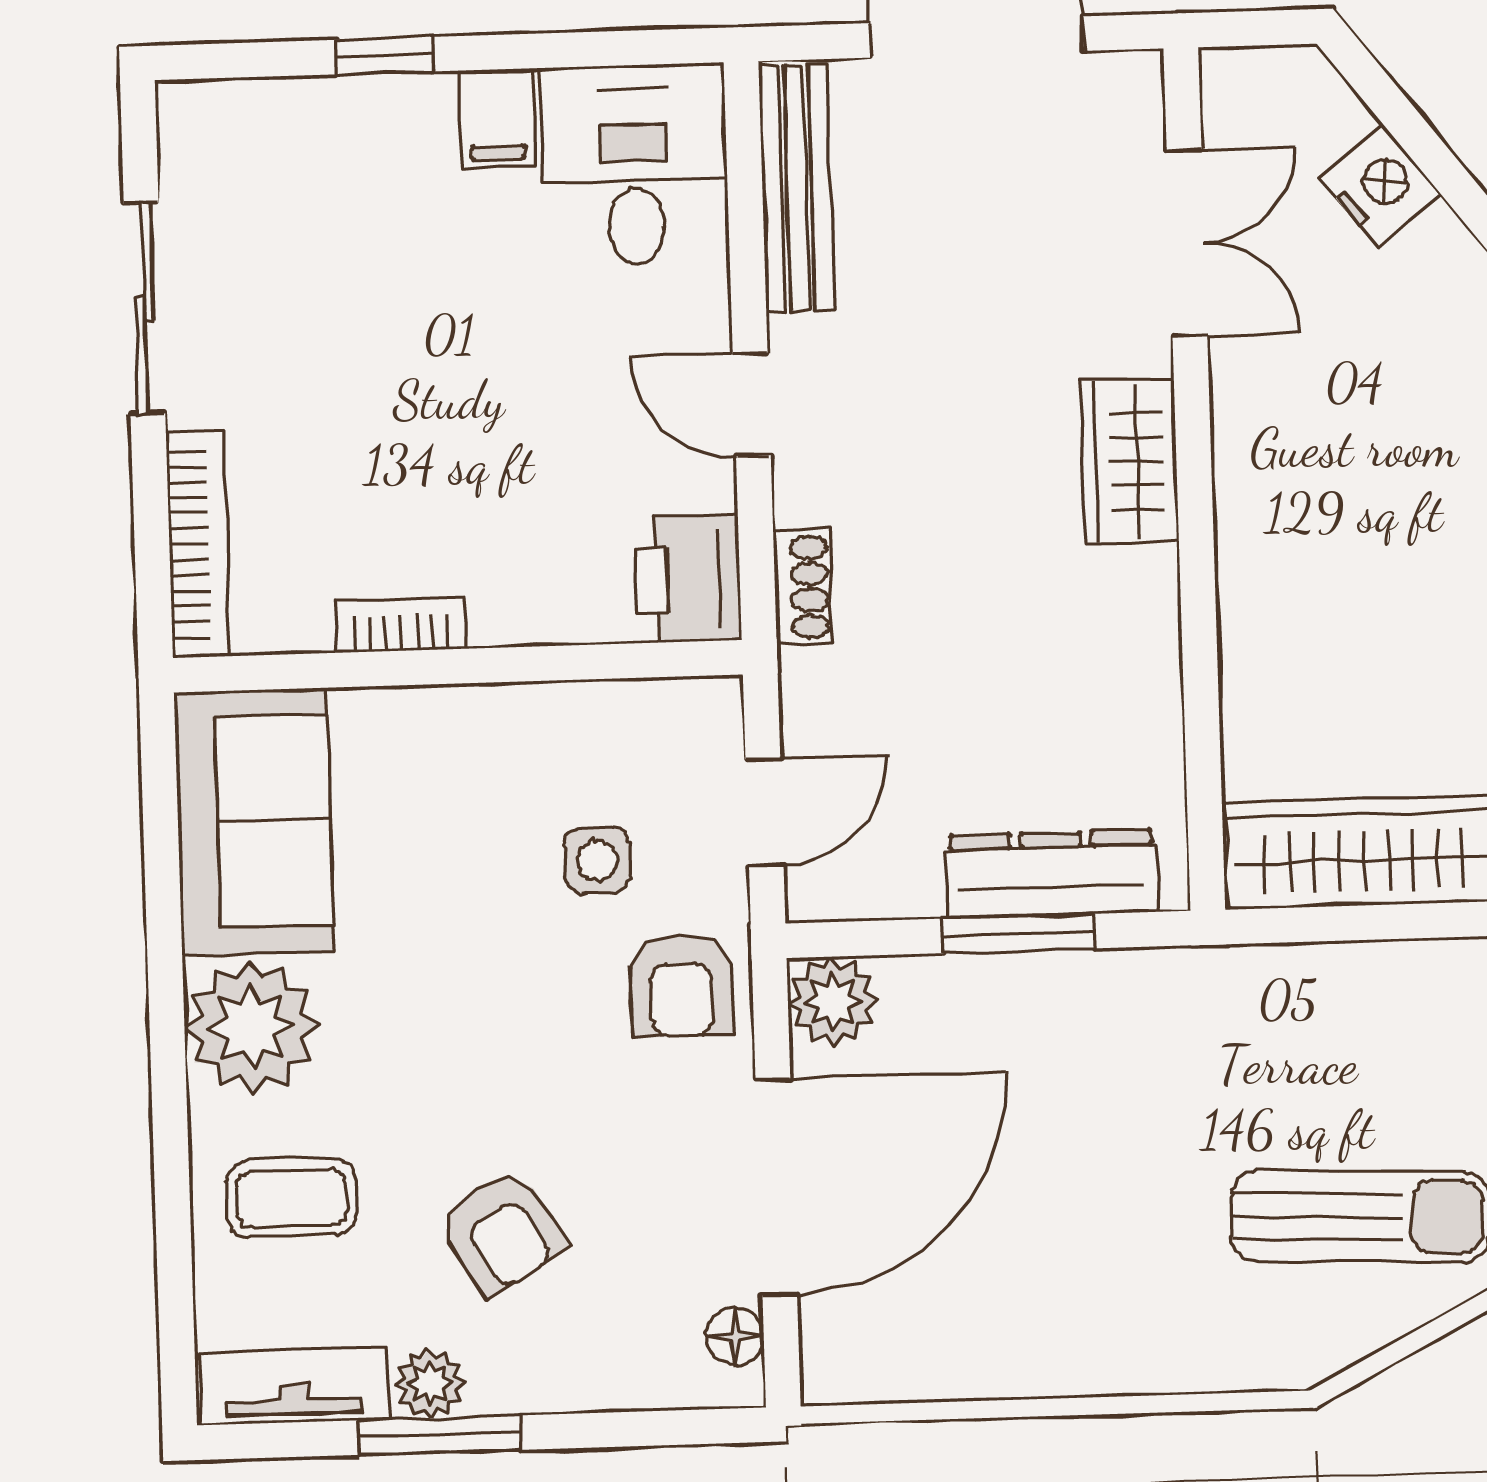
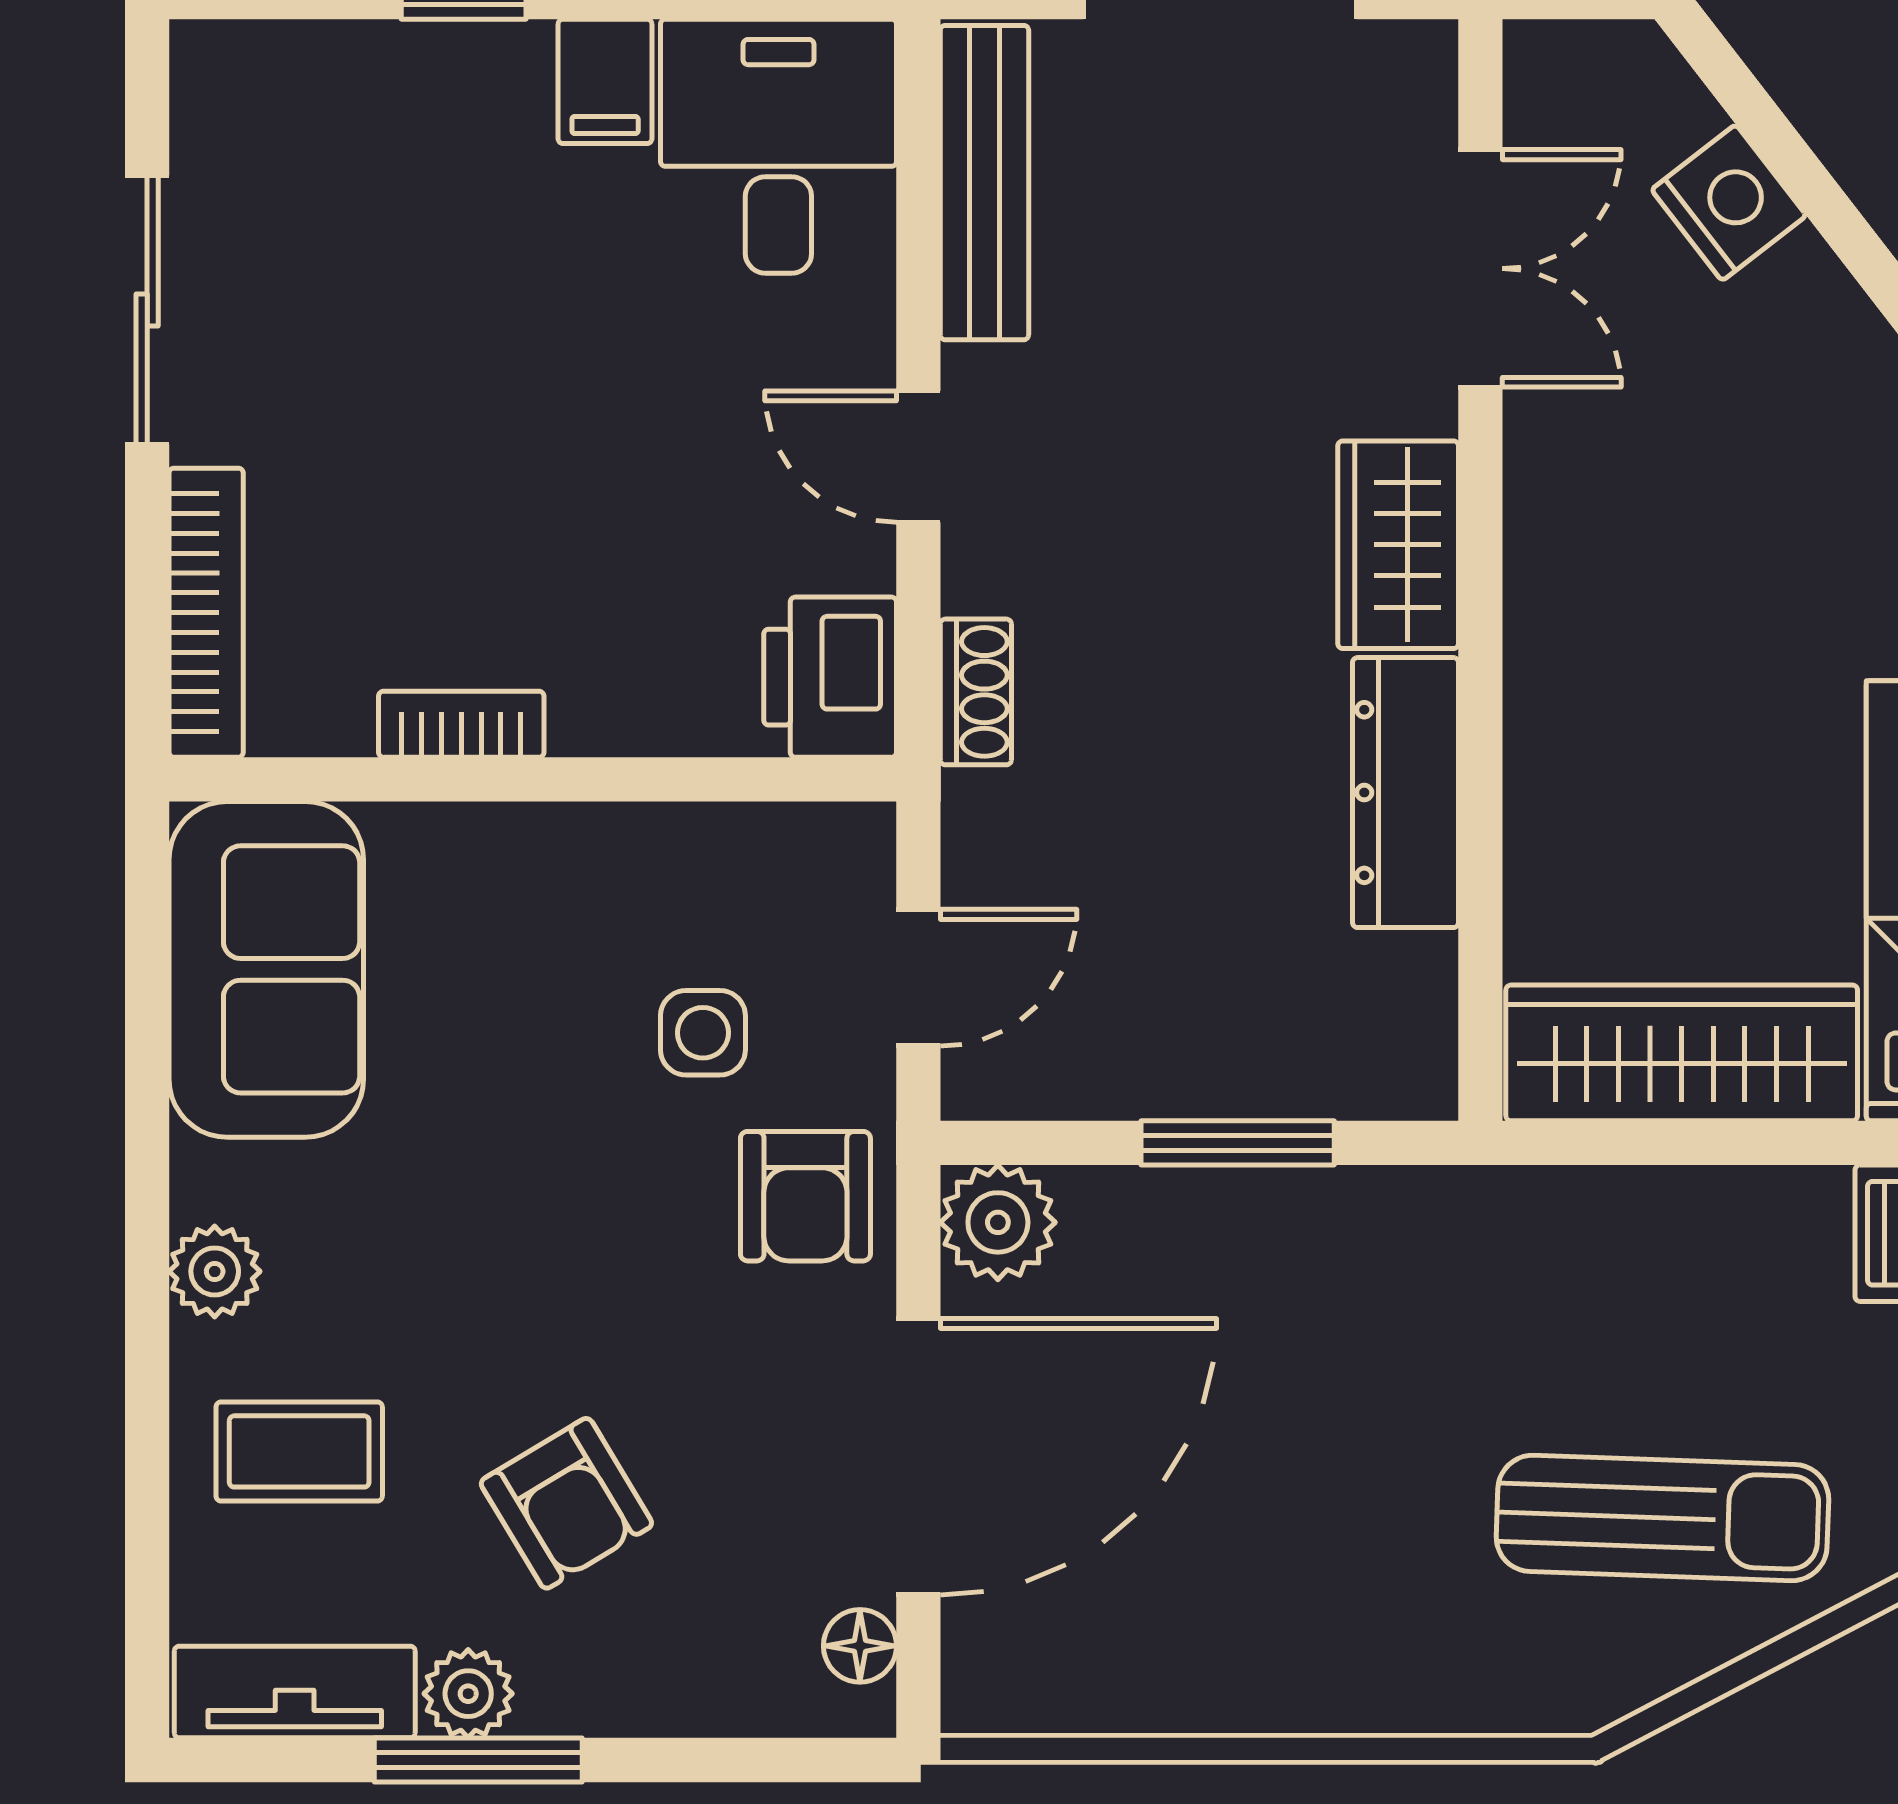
dresser: (1052, 874) -> (1405, 793), moved, turned -90
plant: (251, 1027) -> (215, 1271), width x0.53, depth x0.53

